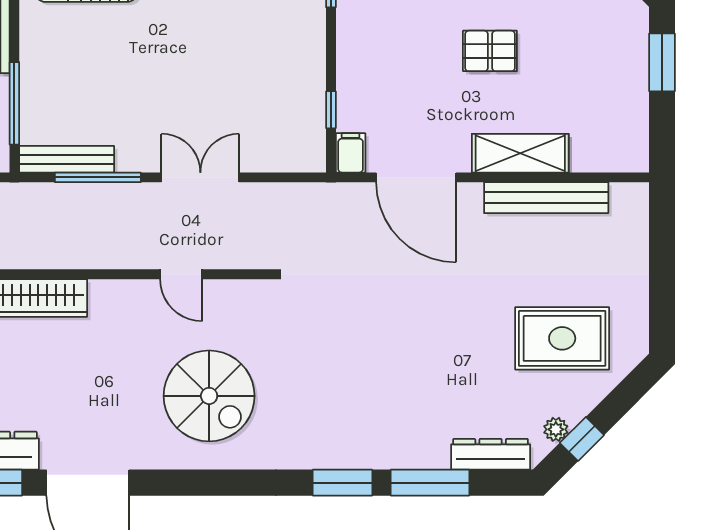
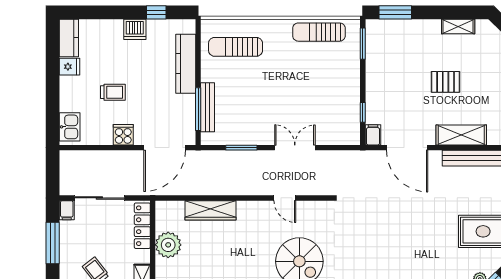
bench: (67, 159) -> (208, 107), moved, turned 90
window: (98, 177) -> (241, 148), width x0.69

